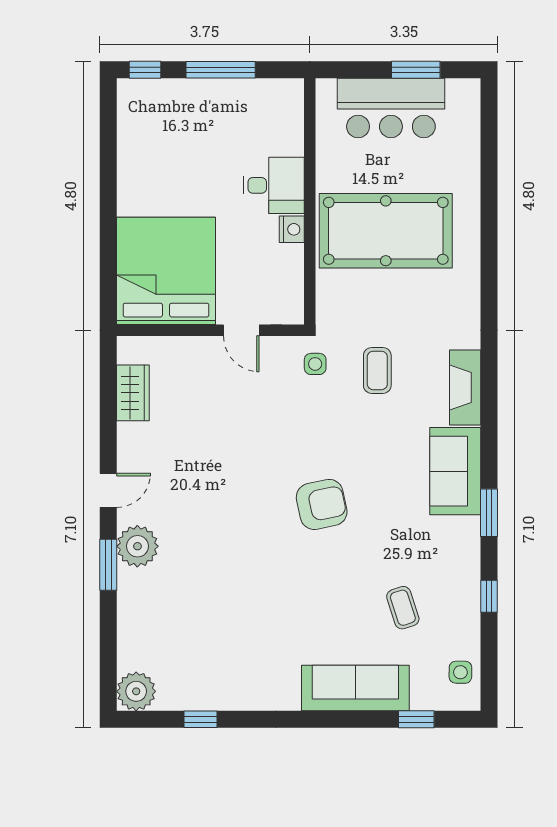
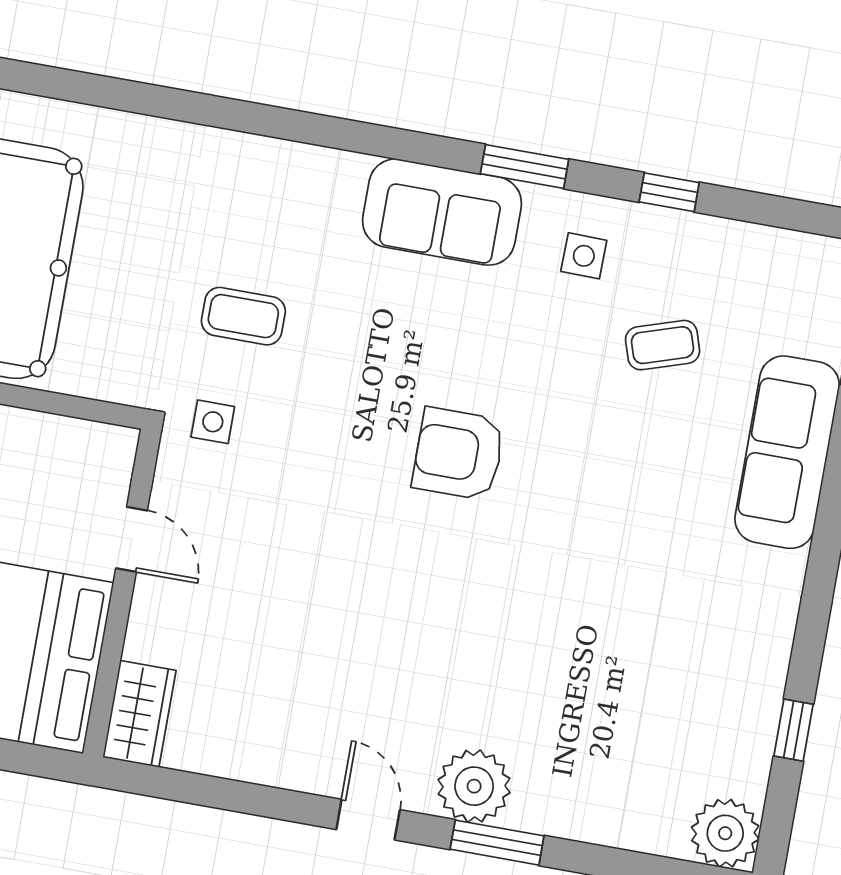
door: (241, 330) -> (131, 539), hinge flipped
fireplace: (465, 388) -> (300, 169), removed
wardrobe: (133, 393) -> (139, 714), moved, turned 90
armchair: (322, 504) -> (458, 454), turned -78
side table: (460, 672) -> (584, 256), moved

